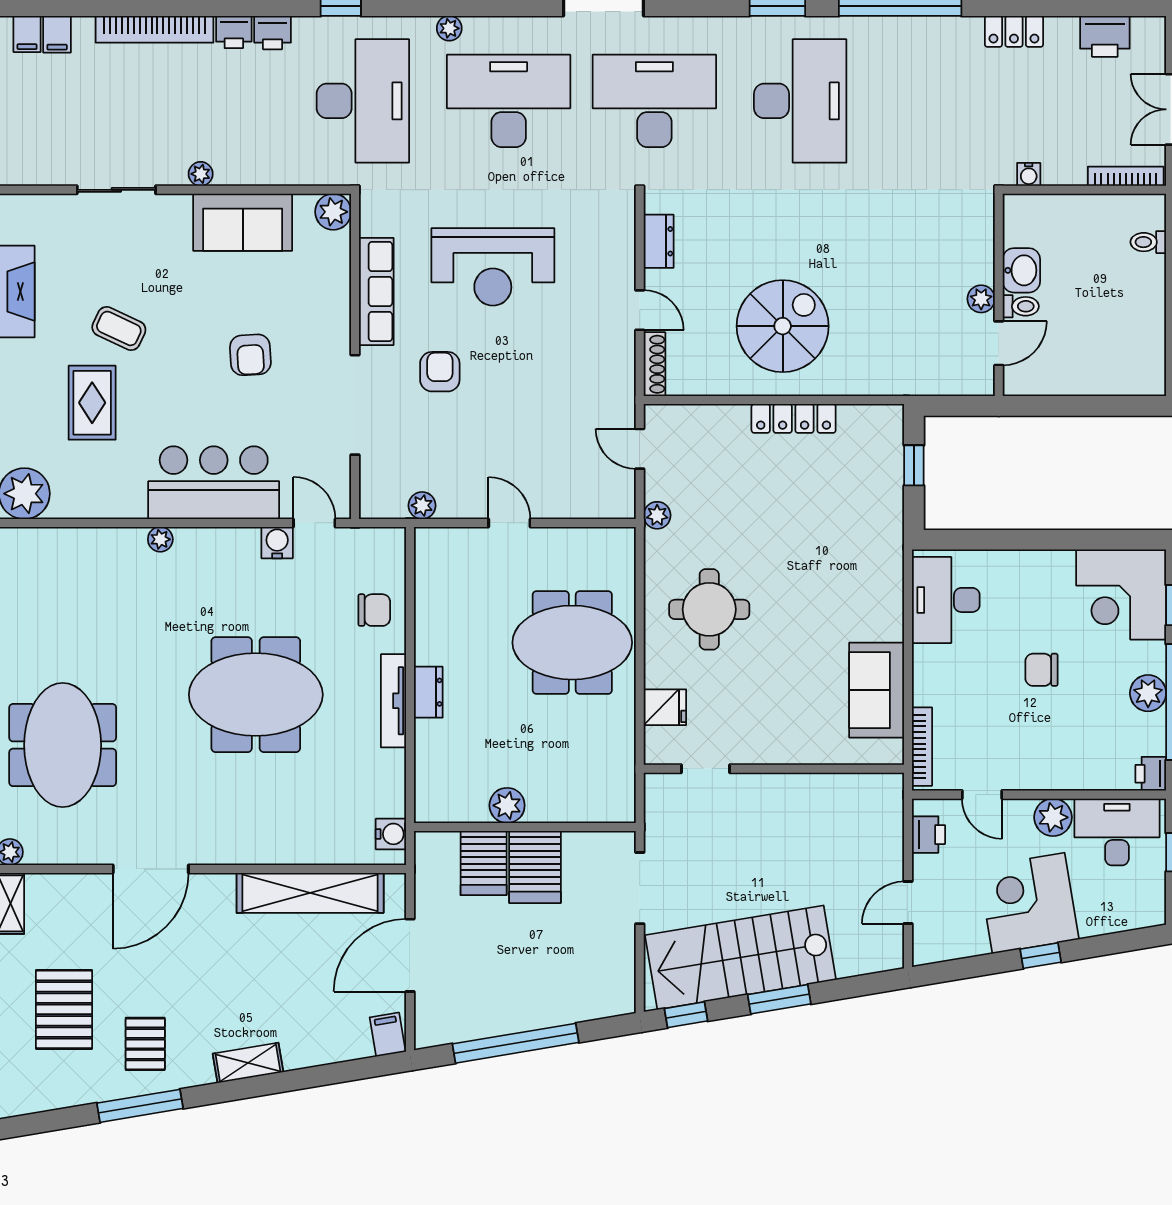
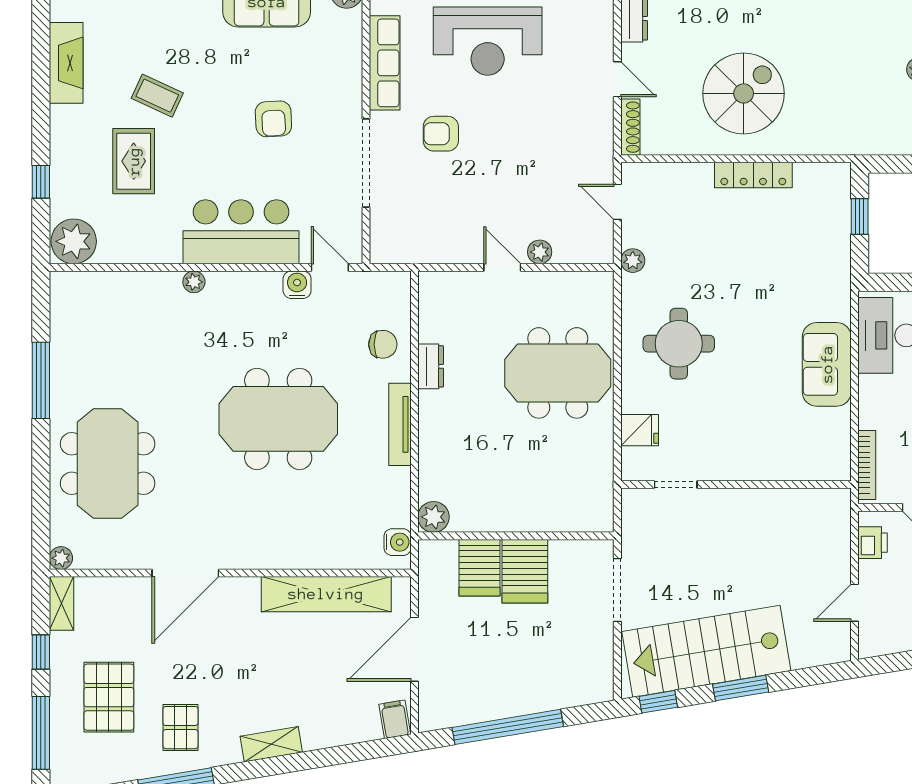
armchair: (440, 372) -> (441, 134), turned -90
plant: (422, 505) -> (540, 252), moved
sofa: (877, 690) -> (827, 364), moved
dresser: (428, 692) -> (431, 366), moved
plant: (507, 805) -> (434, 517), moved

